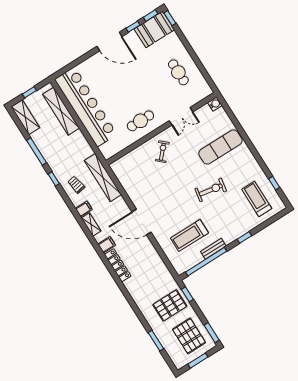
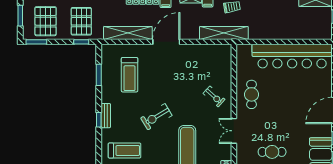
shelving: (61, 111) -> (128, 33), moved
exercise bike: (211, 190) -> (156, 117), turned 49
treadmill: (189, 235) -> (130, 75), turned 180
bench: (213, 249) -> (106, 116), moved
window: (206, 262) -> (99, 75), width x0.47
pallet: (189, 336) -> (46, 21), turned 90

